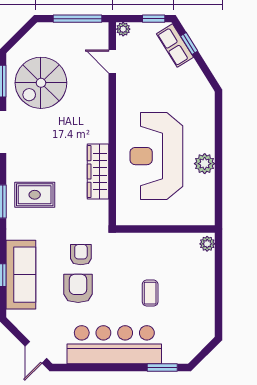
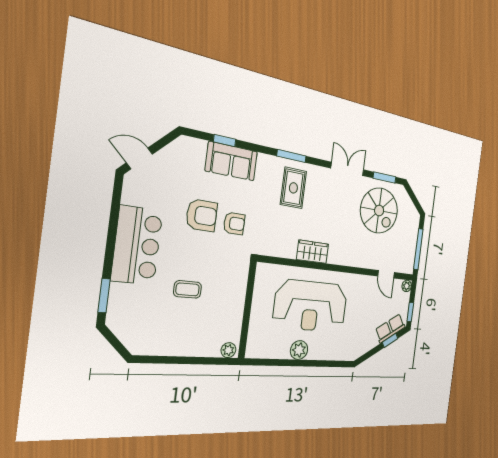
door: (112, 61) -> (386, 274), swing flipped
spiral stairs: (41, 83) -> (379, 211), turned 180
reception desk: (156, 156) -> (311, 306), turned 180
wardrobe: (98, 172) -> (313, 252), width x0.67
sofa: (21, 275) -> (232, 161), width x0.73
bar counter: (114, 345) -> (137, 245), width x0.73

